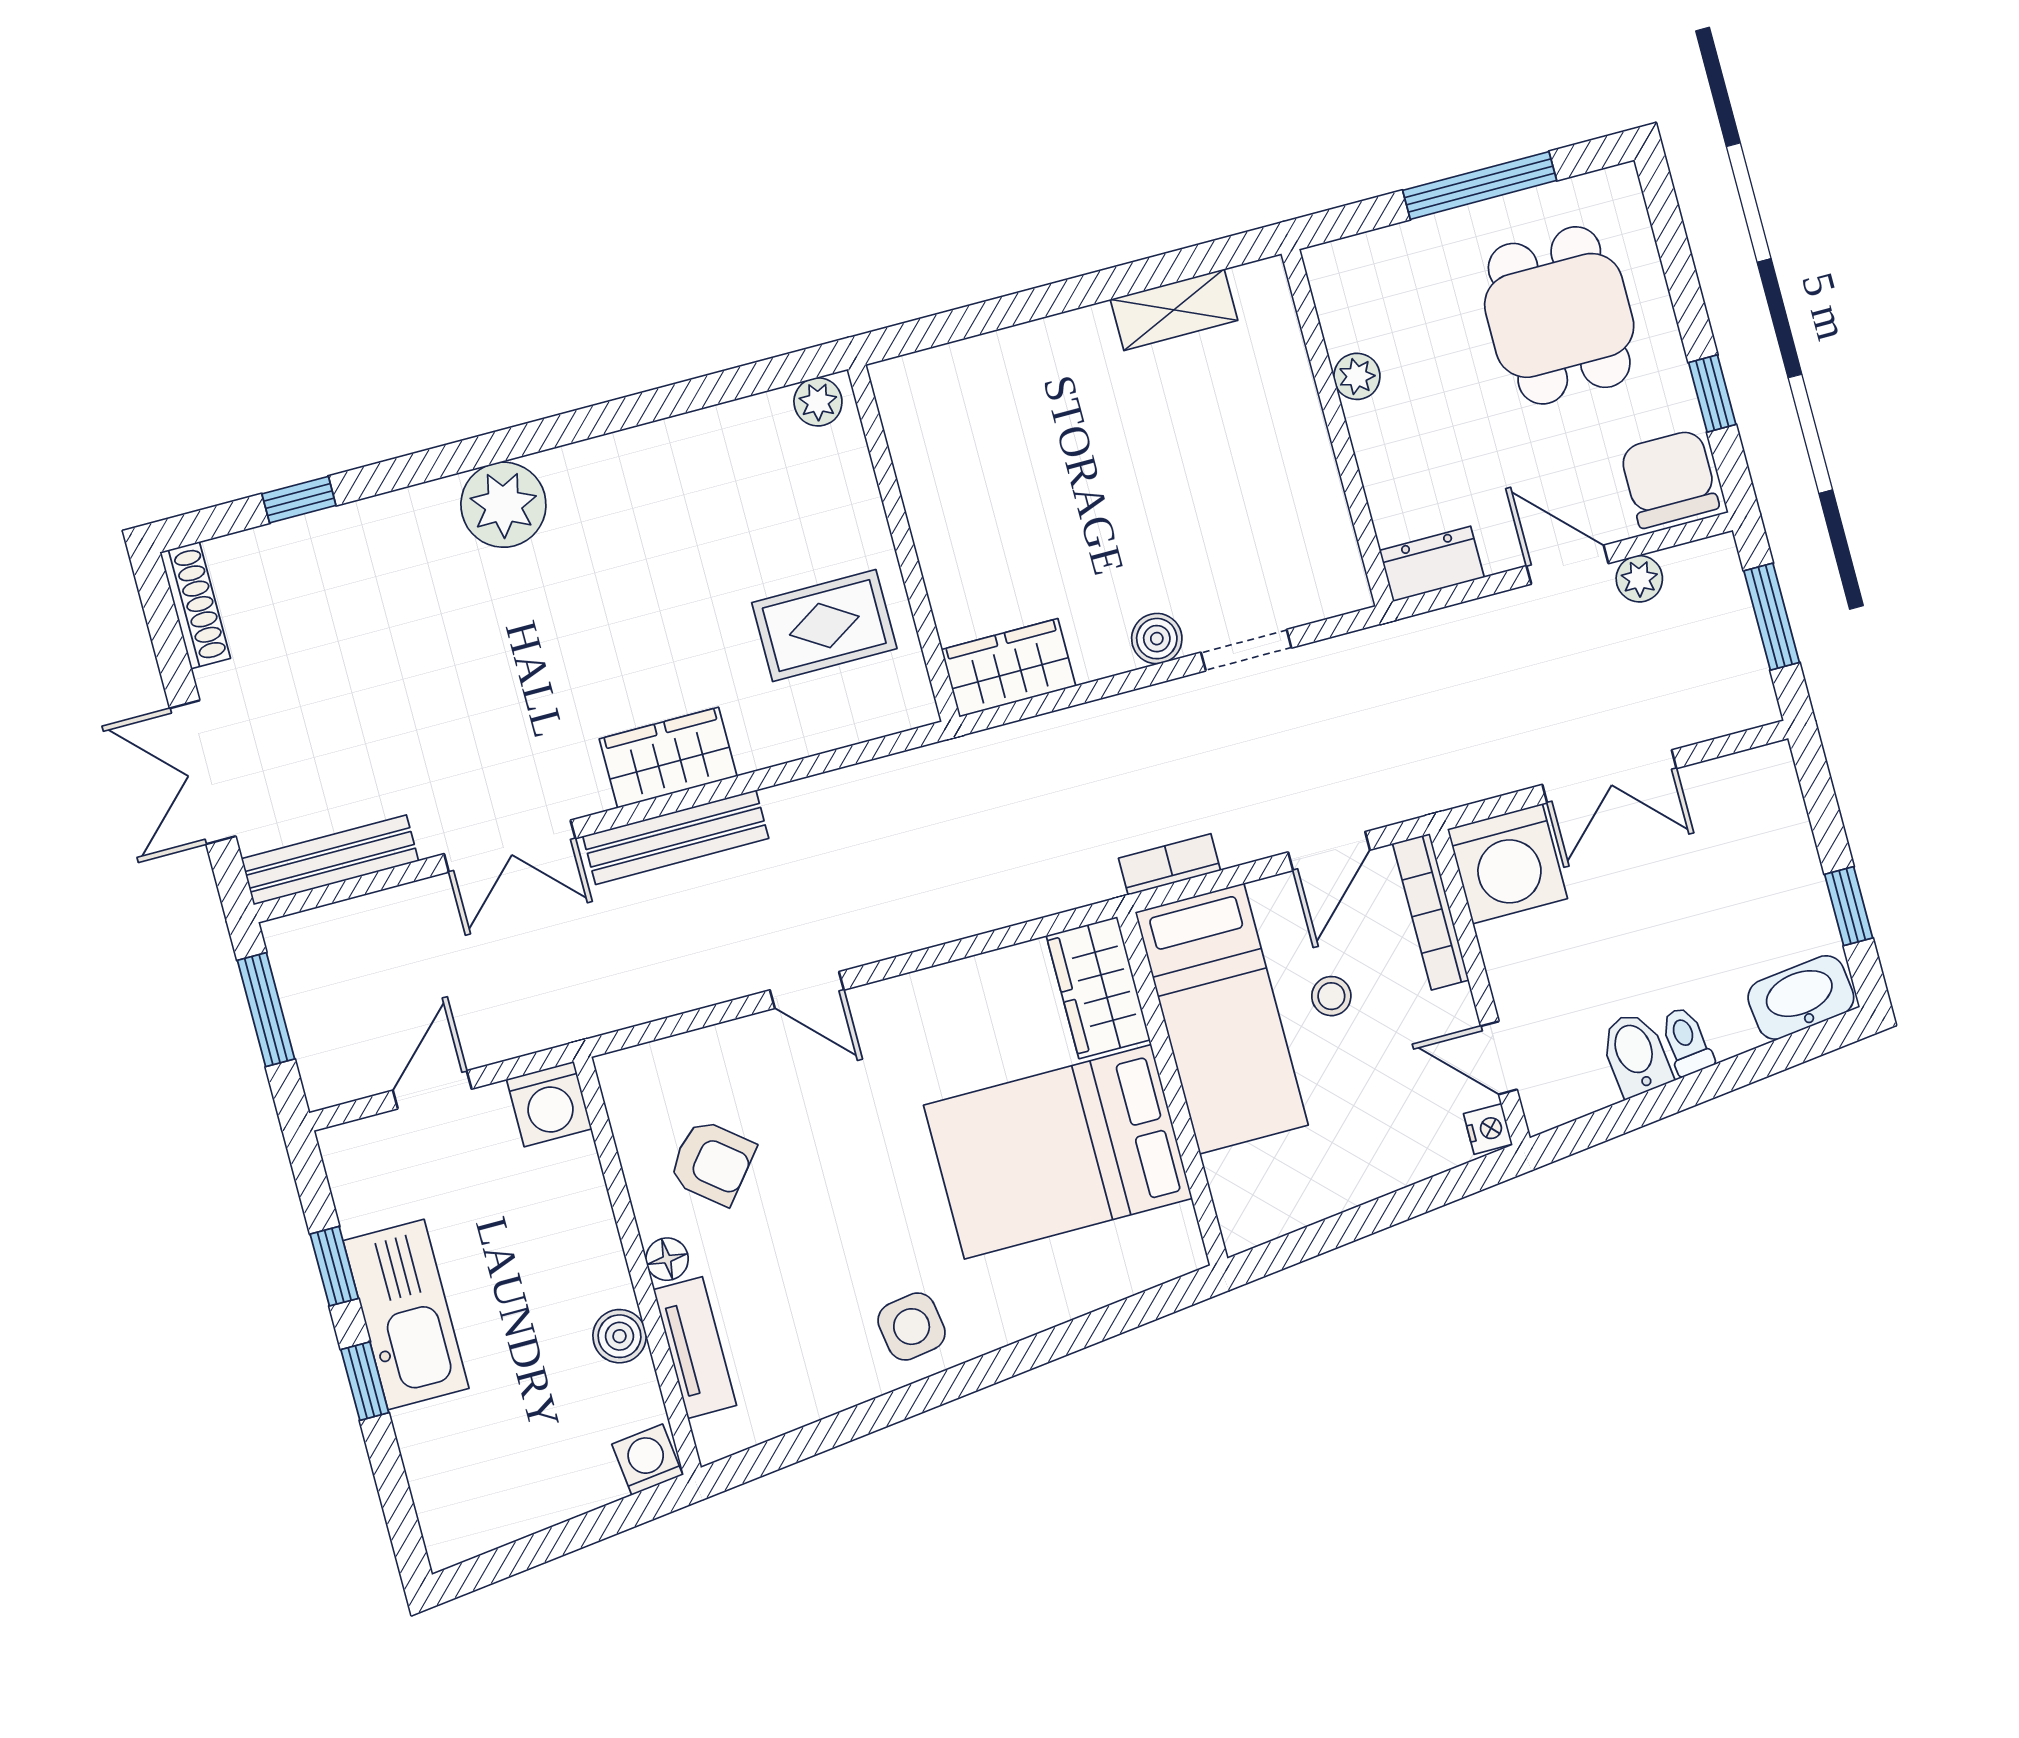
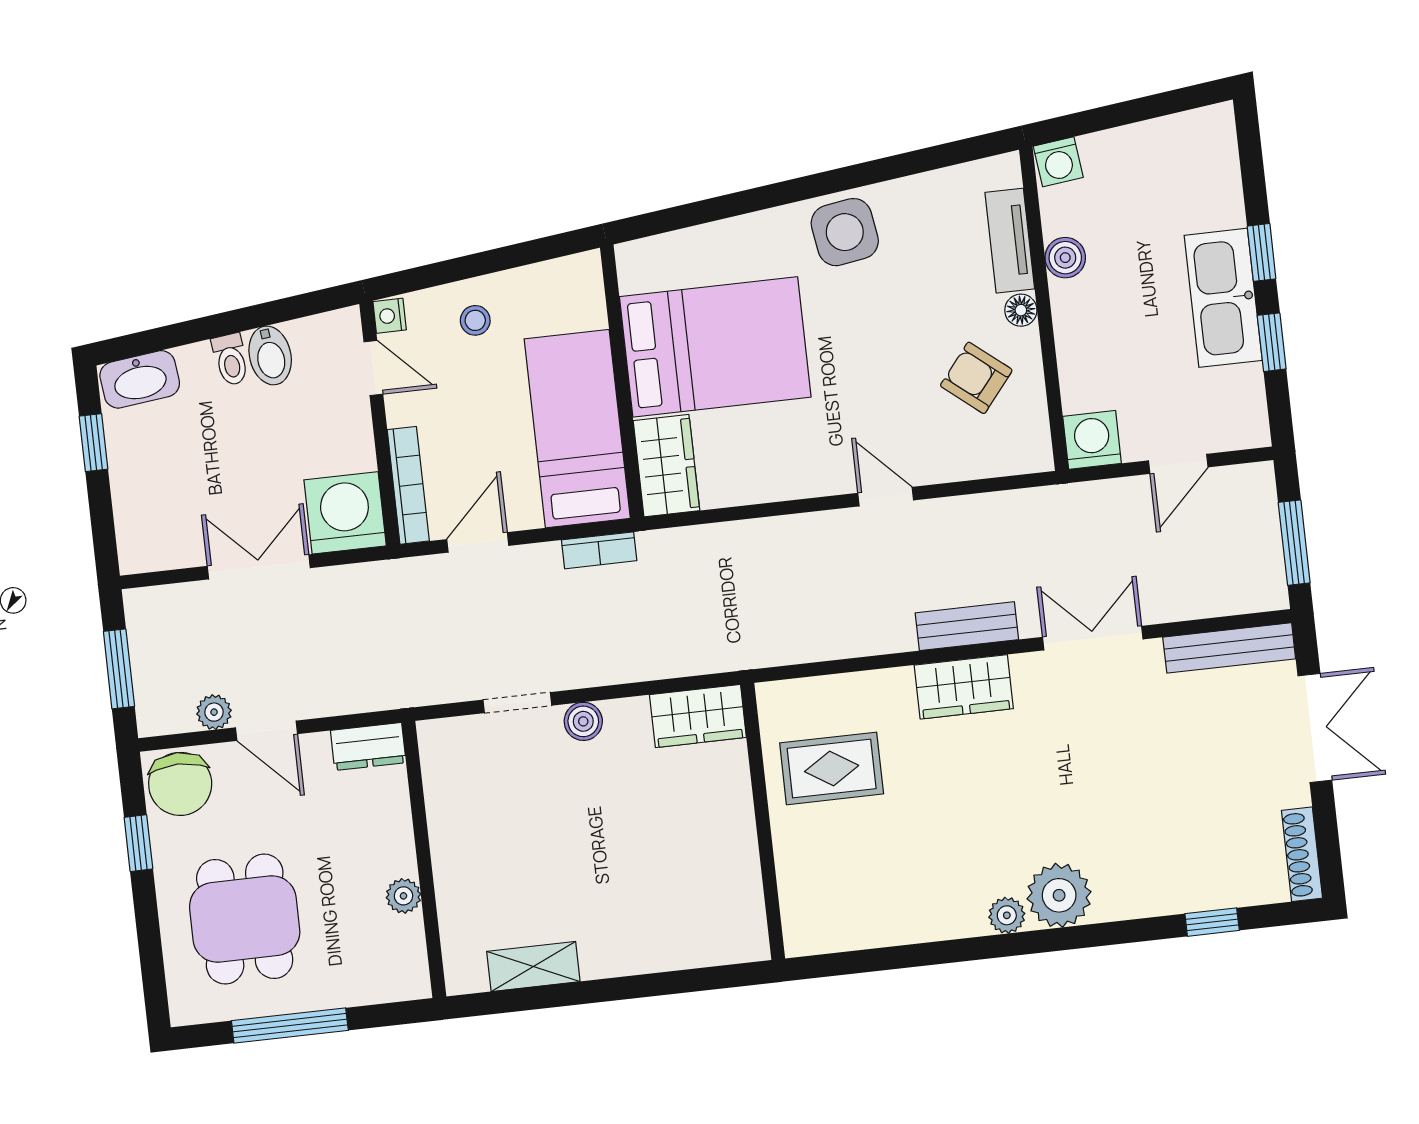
plant: (818, 402) -> (1007, 915), moved
bench: (676, 837) -> (967, 626), width x0.73
stool: (1331, 996) -> (475, 320), moved
side table: (912, 1327) -> (845, 232), width x1.37, depth x1.37

